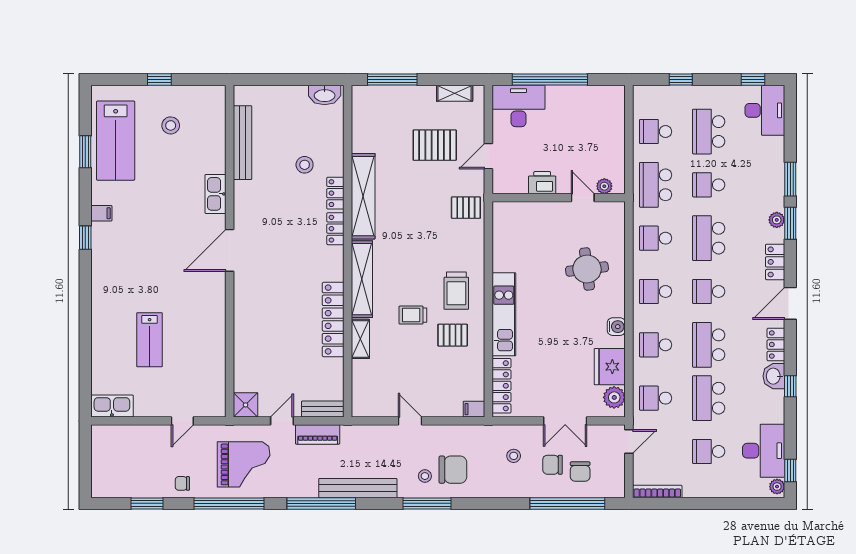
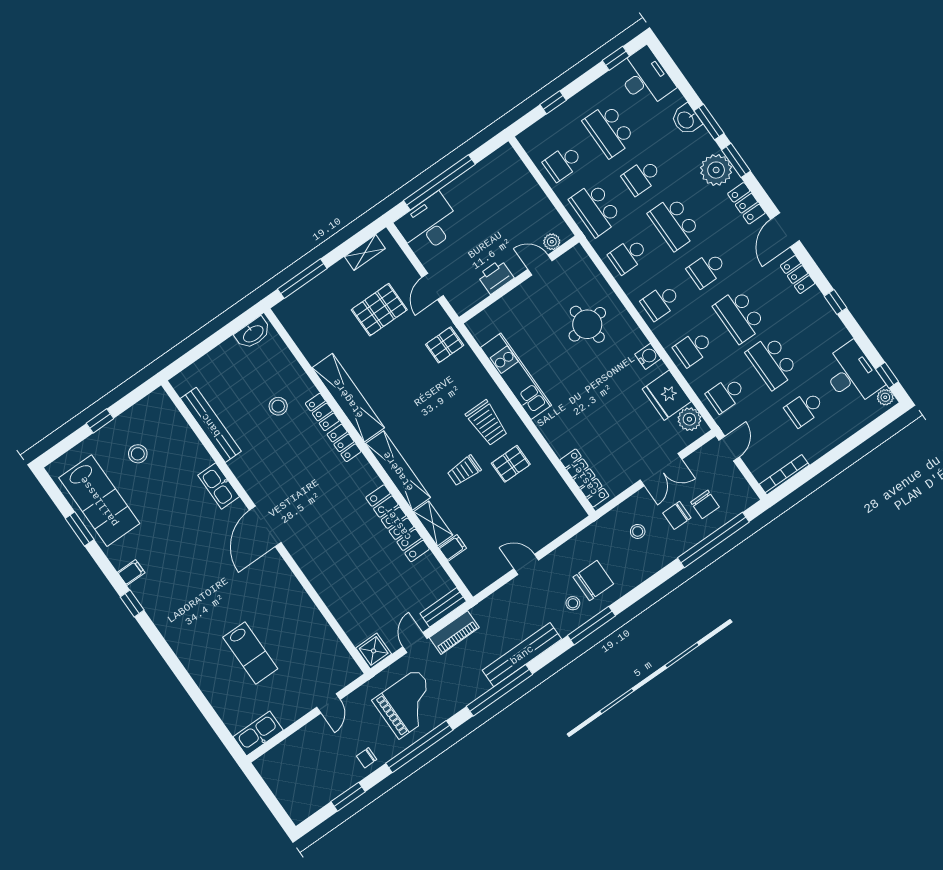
plant: (777, 220) -> (716, 170), width x1.87, depth x1.87
kitchen unit: (504, 314) -> (516, 376), moved
washbasin: (774, 376) -> (686, 120), moved
filing cabinet: (474, 409) -> (452, 548), moved, turned 180

